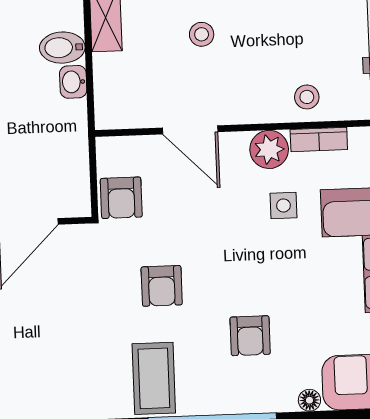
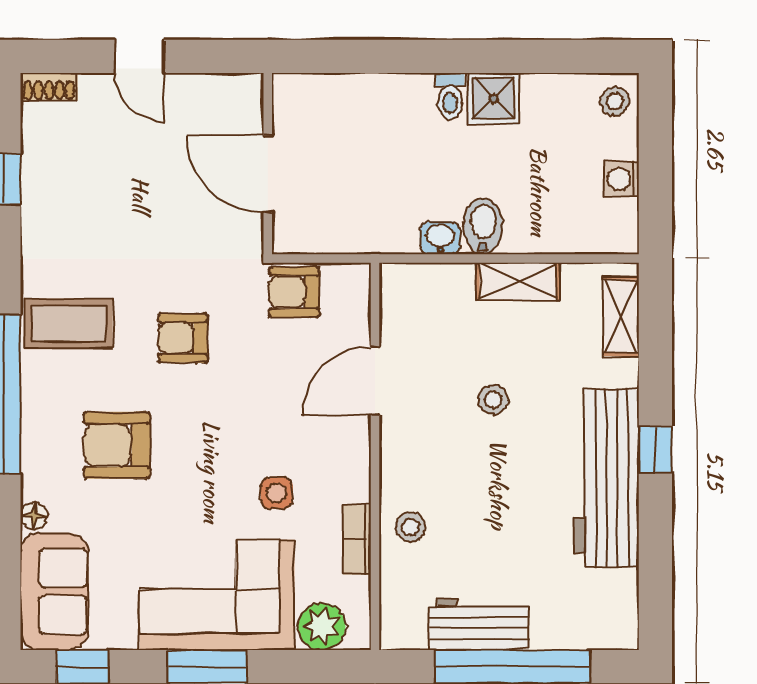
plant: (269, 149) -> (347, 478), removed
armchair: (250, 336) -> (117, 445), width x1.38, depth x1.38

